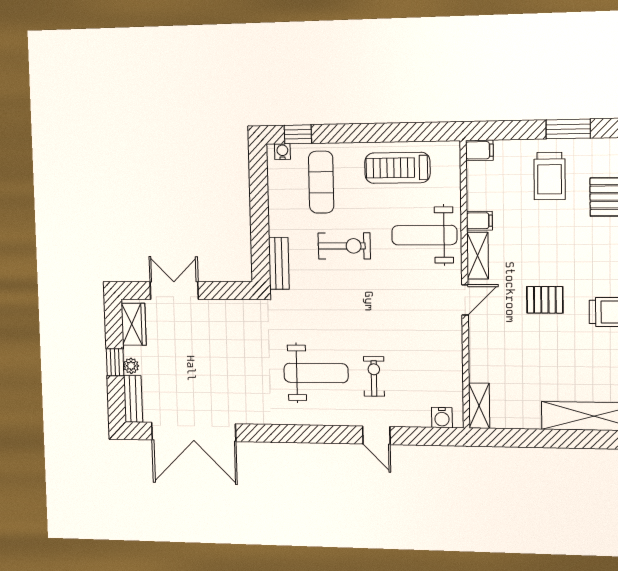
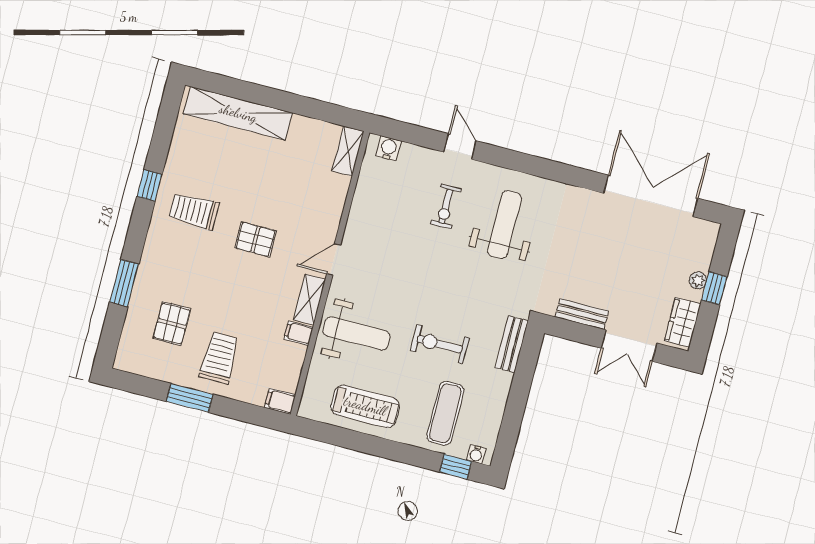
weight bench: (316, 373) -> (504, 225), turned 90
bench: (133, 399) -> (582, 314), moved, turned 90

